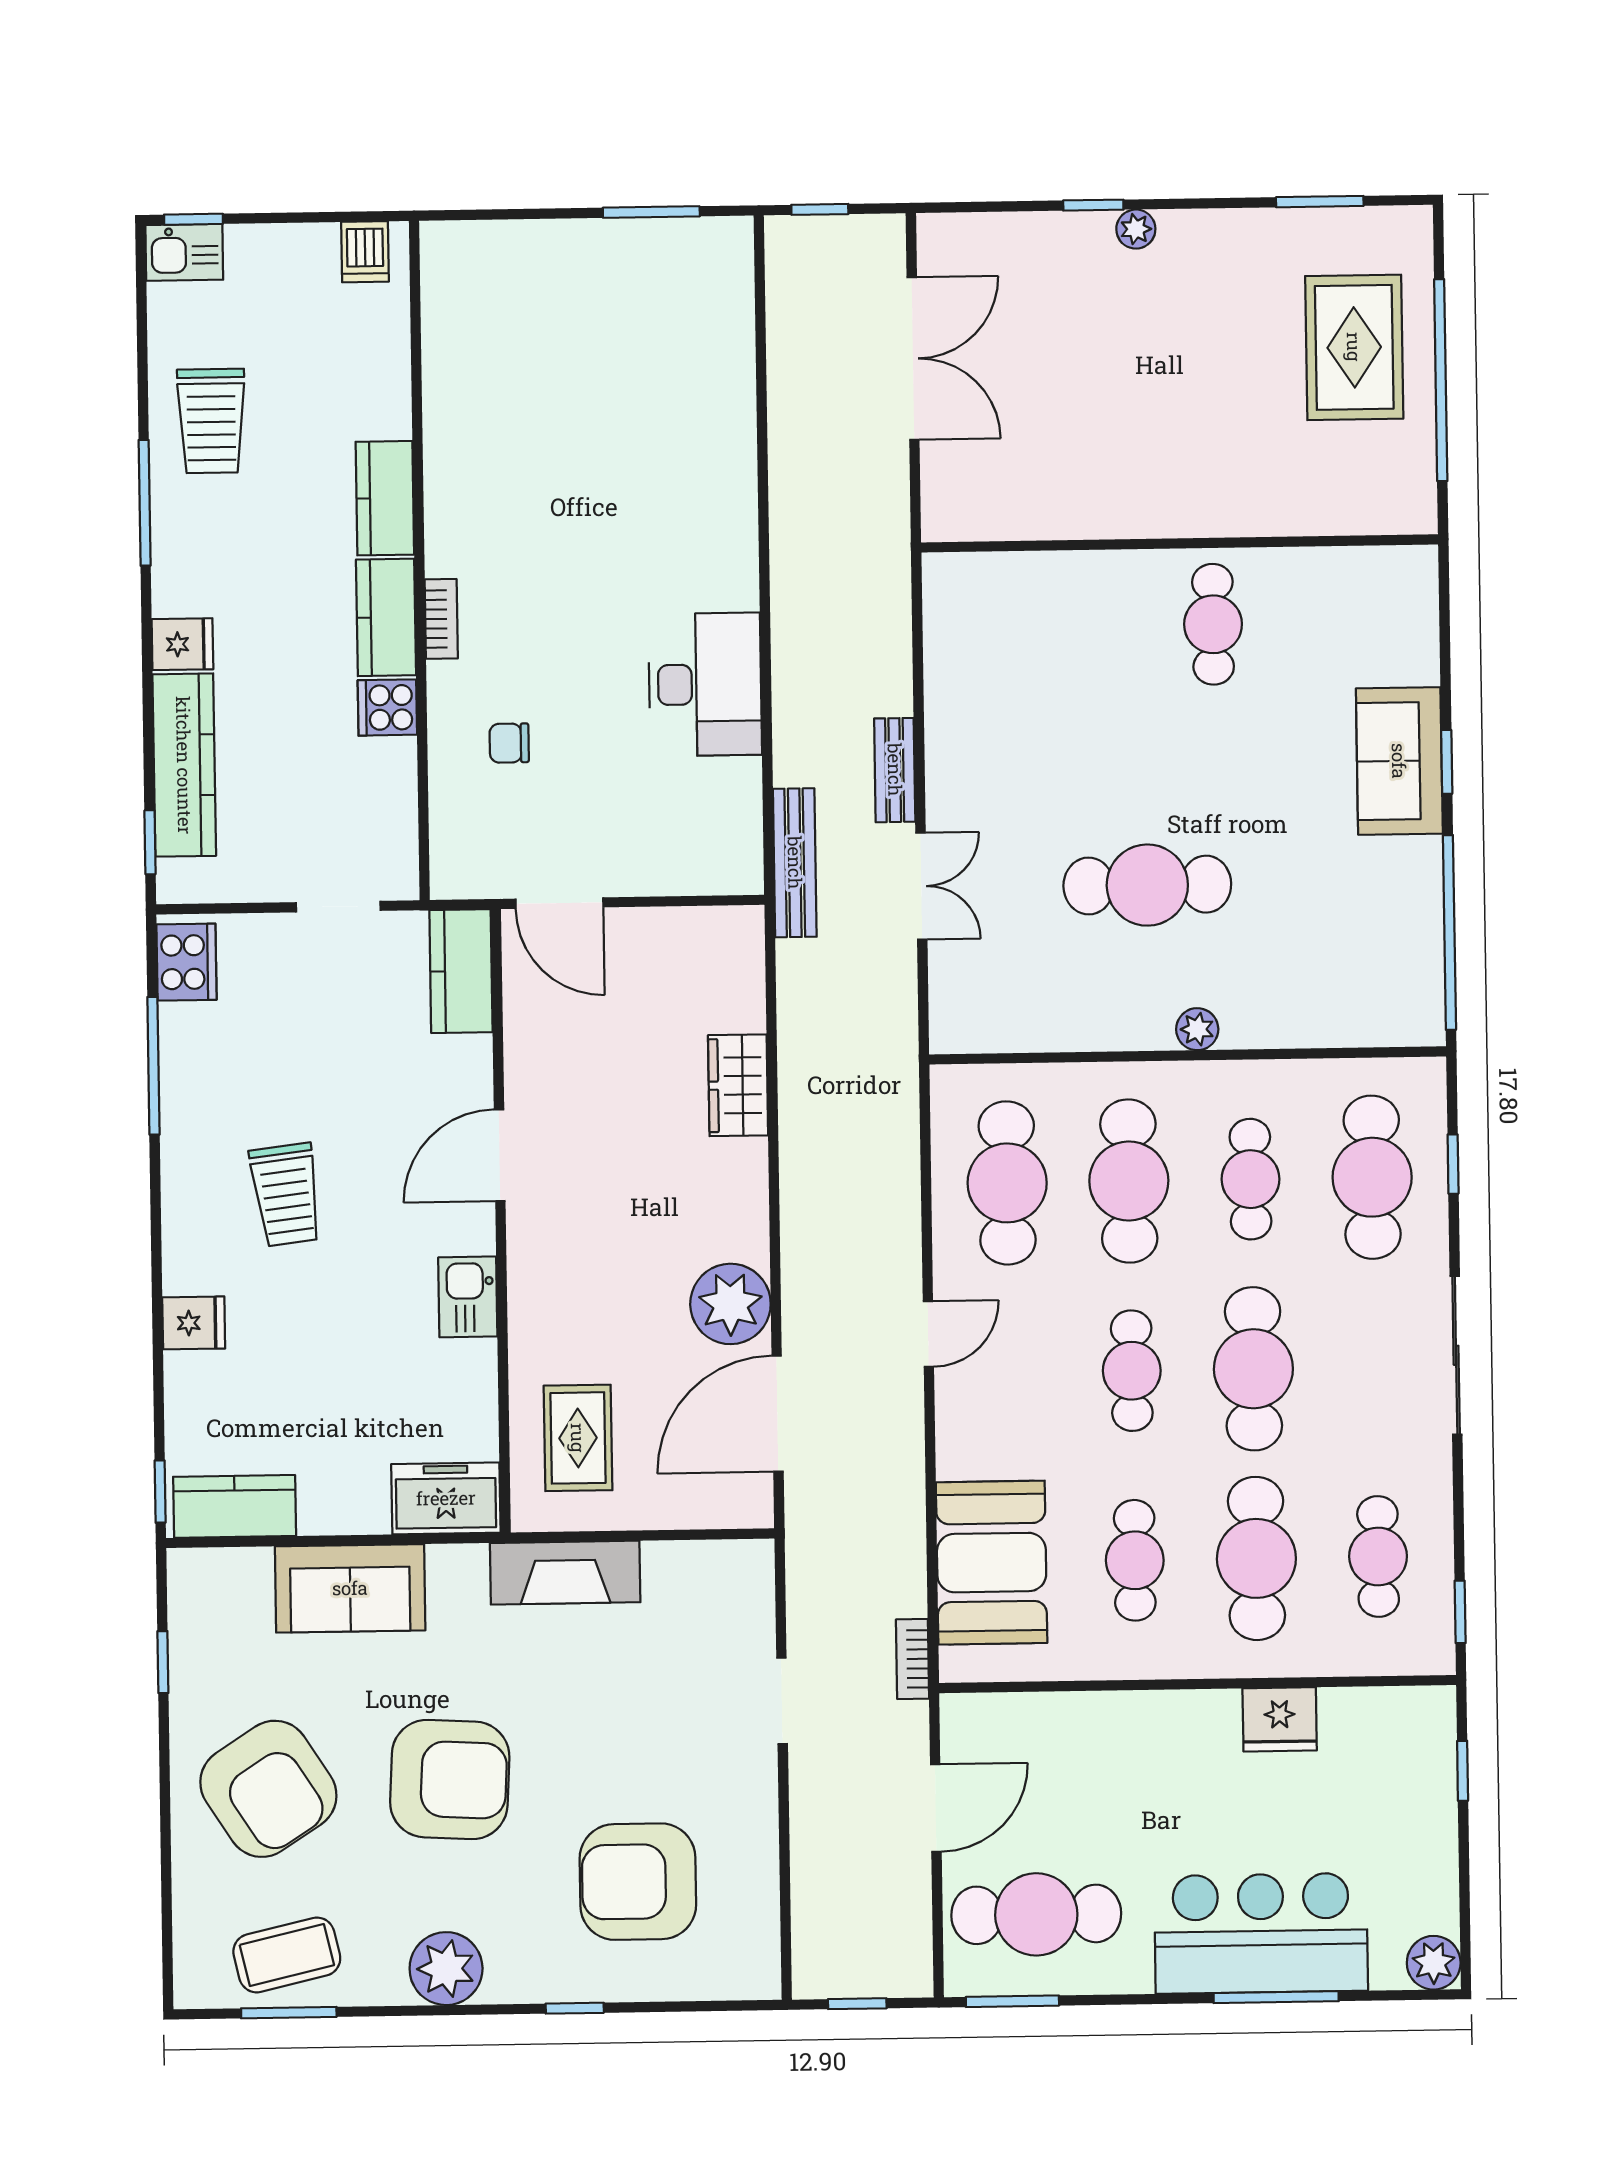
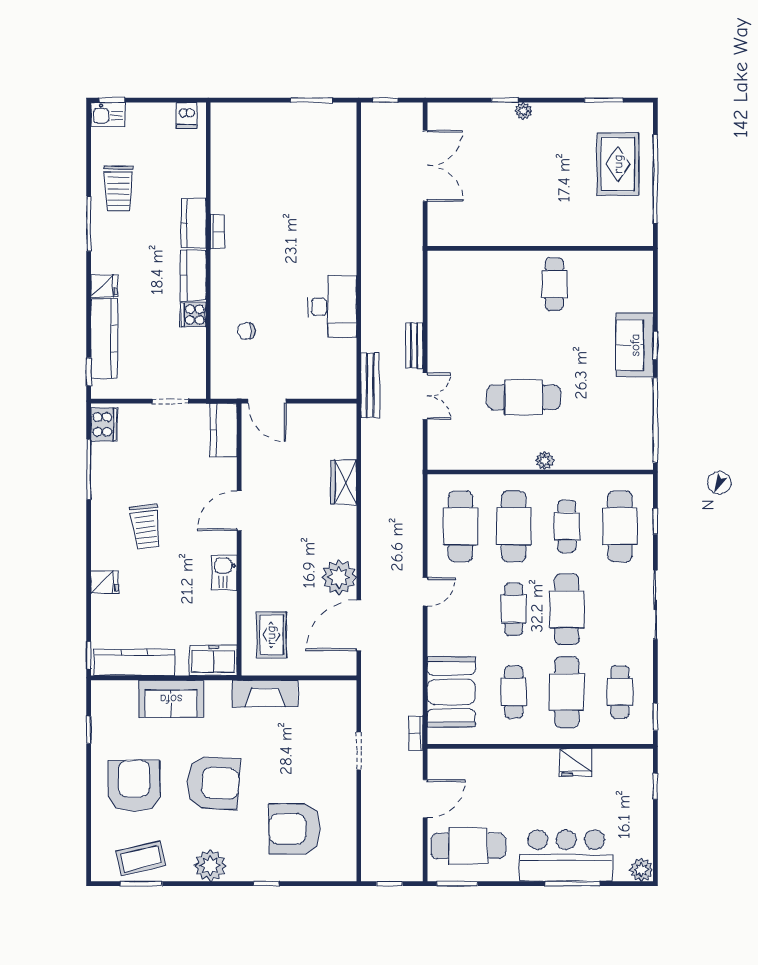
bookcase: (441, 619) -> (217, 231), moved
kitchen counter: (235, 1506) -> (134, 662), width x1.50
armchair: (268, 1789) -> (134, 786), turned -147

